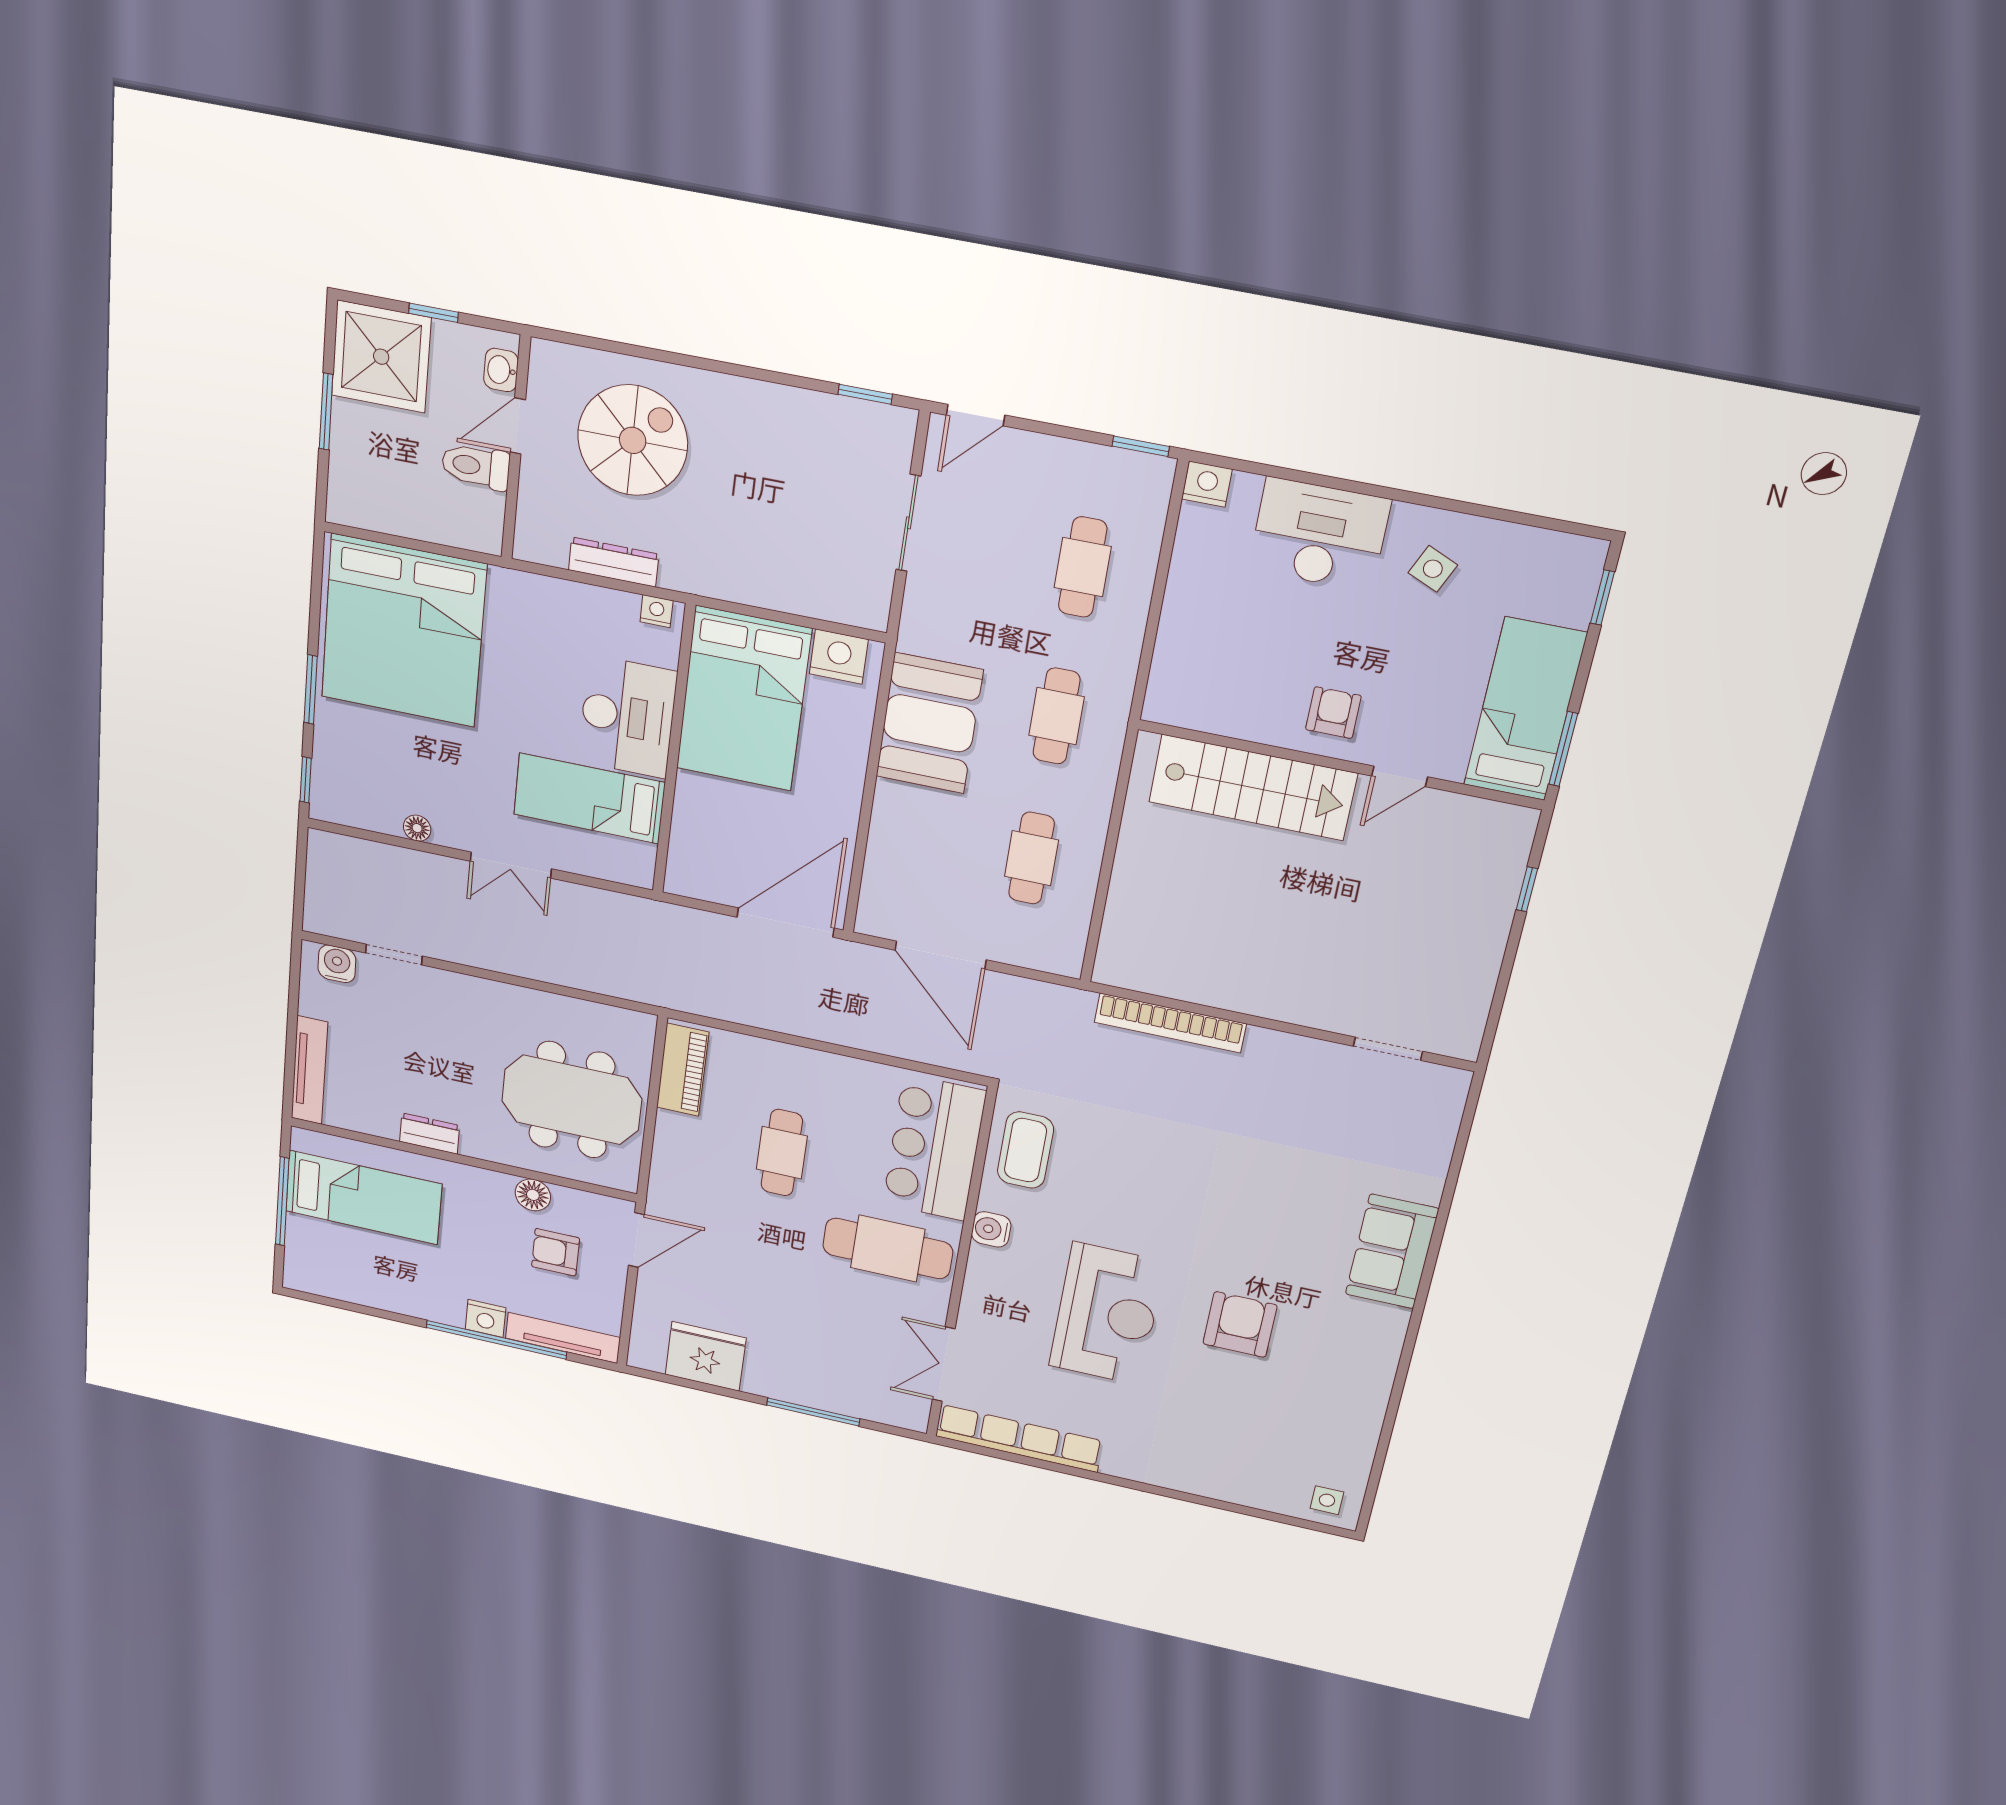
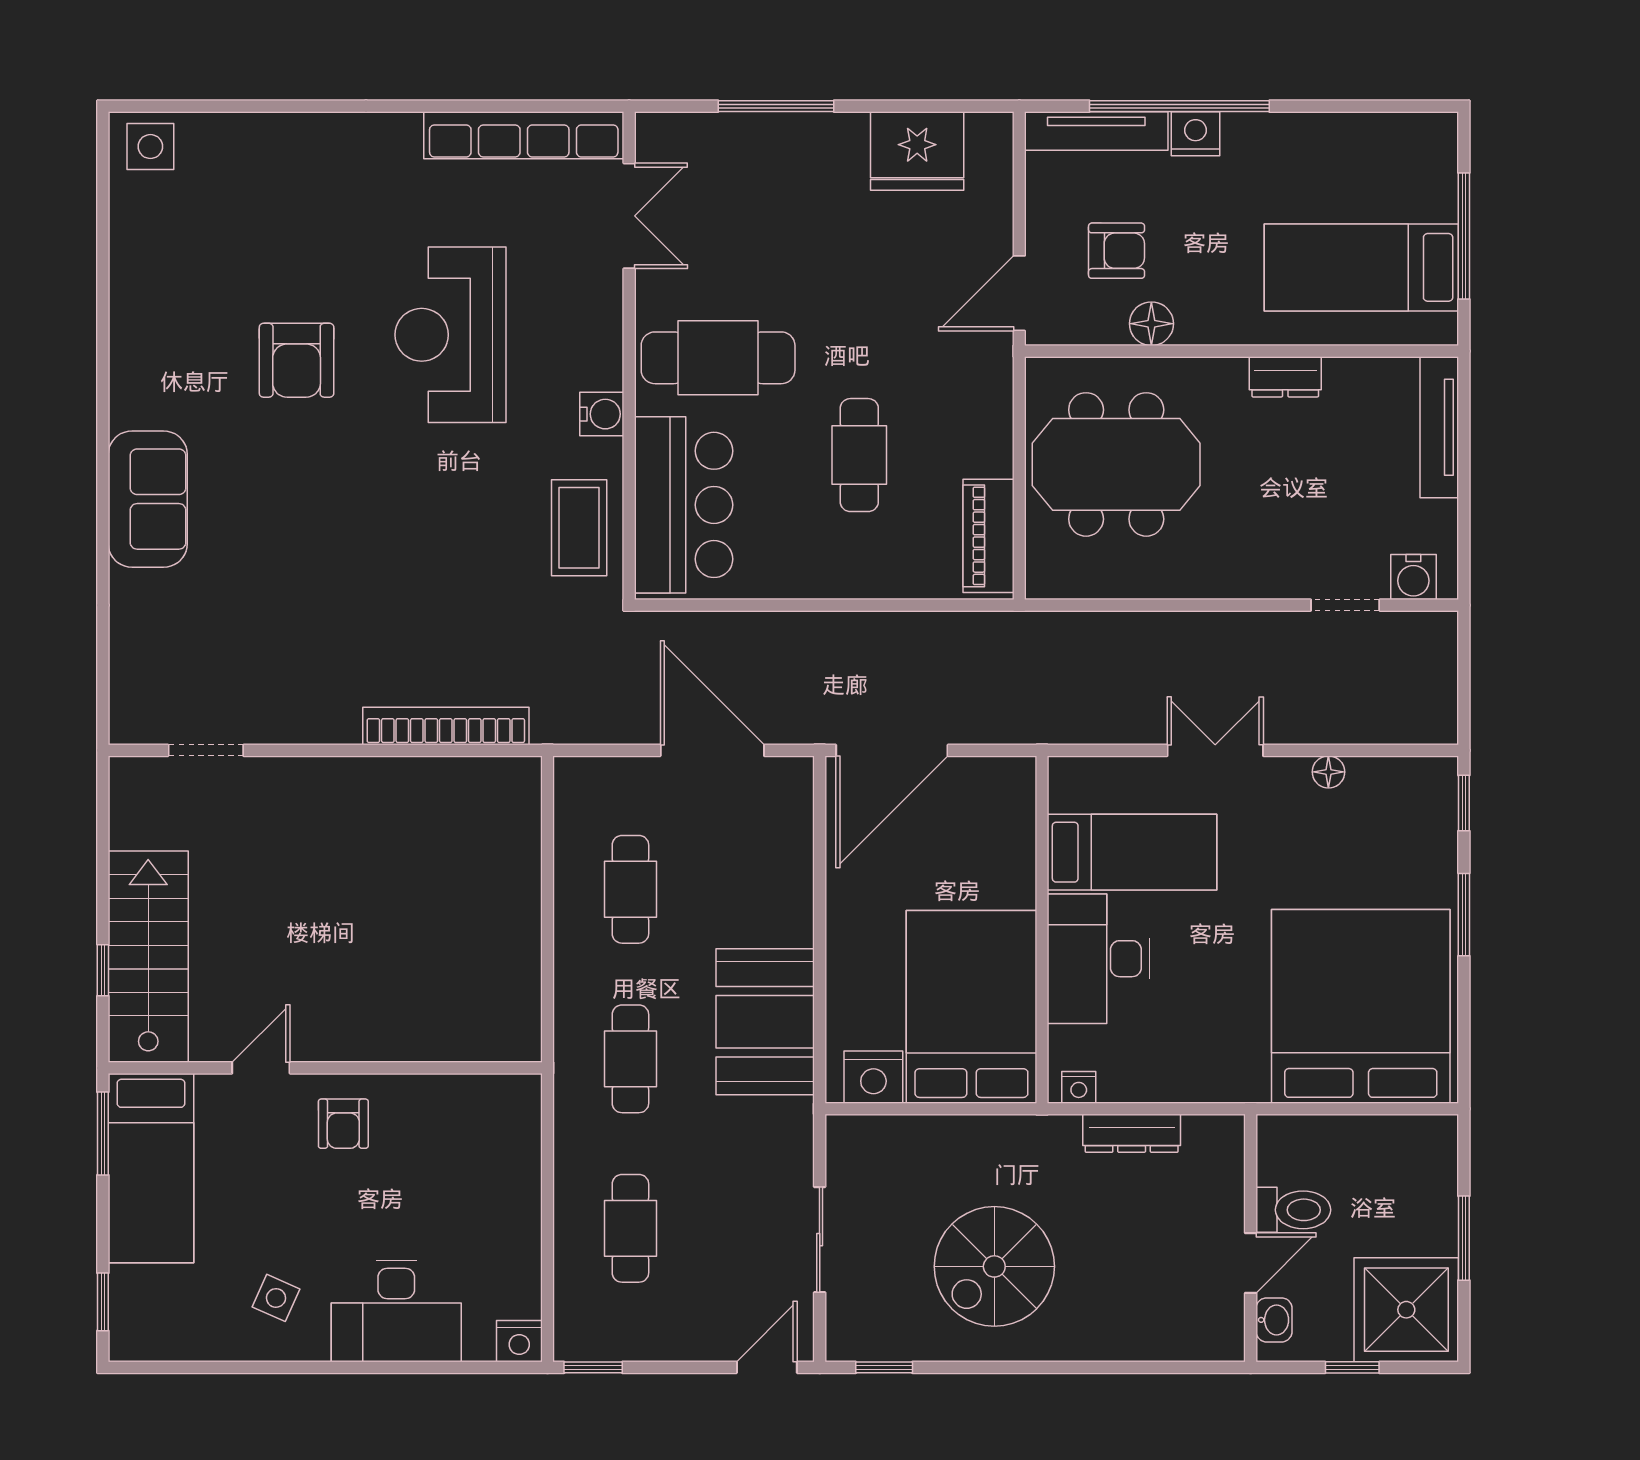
spiral stairs: (633, 440) -> (994, 1266), moved
stairs: (1253, 788) -> (148, 957), moved, turned 90
side table: (1327, 1500) -> (150, 147), width x1.37, depth x1.37

